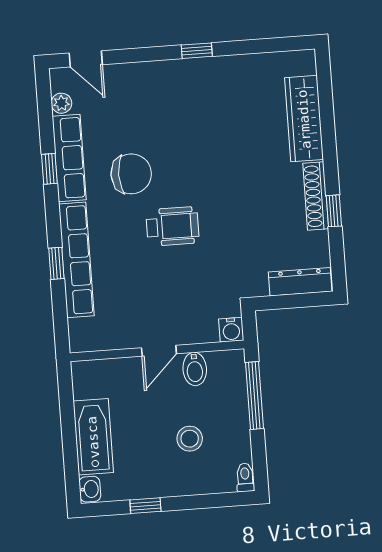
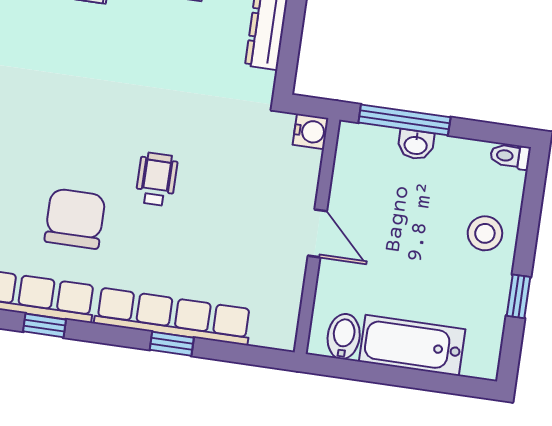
wheelchair: (173, 226) -> (157, 179), width x0.73, depth x0.73
bidet: (195, 369) -> (344, 336), moved, turned -90
stool: (190, 439) -> (485, 233), moved
washbasin: (90, 489) -> (416, 145), moved, turned 180

